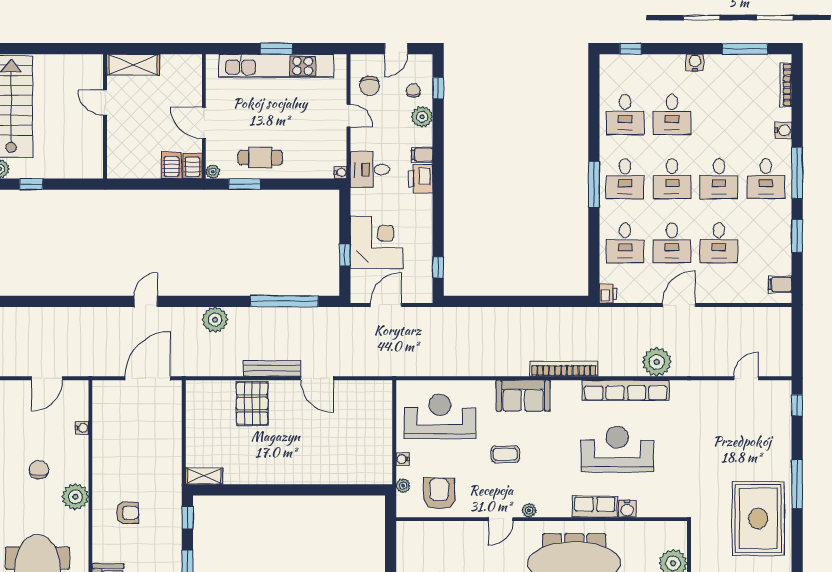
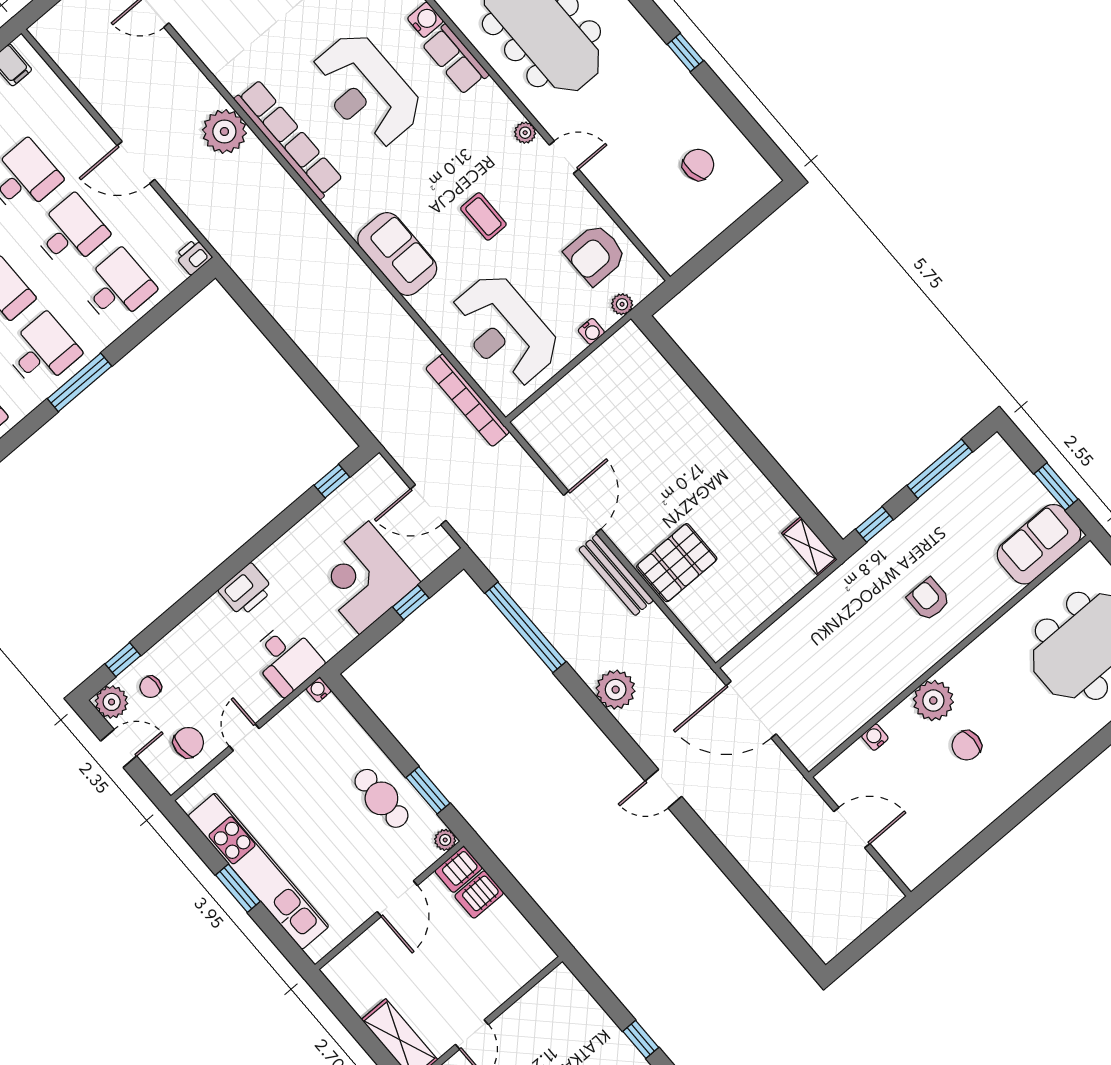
plant: (422, 117) -> (112, 702), moved
filing cabinet: (422, 155) -> (216, 612), removed
bookcase: (564, 369) -> (468, 400), moved
plant: (75, 497) -> (933, 701), moved

